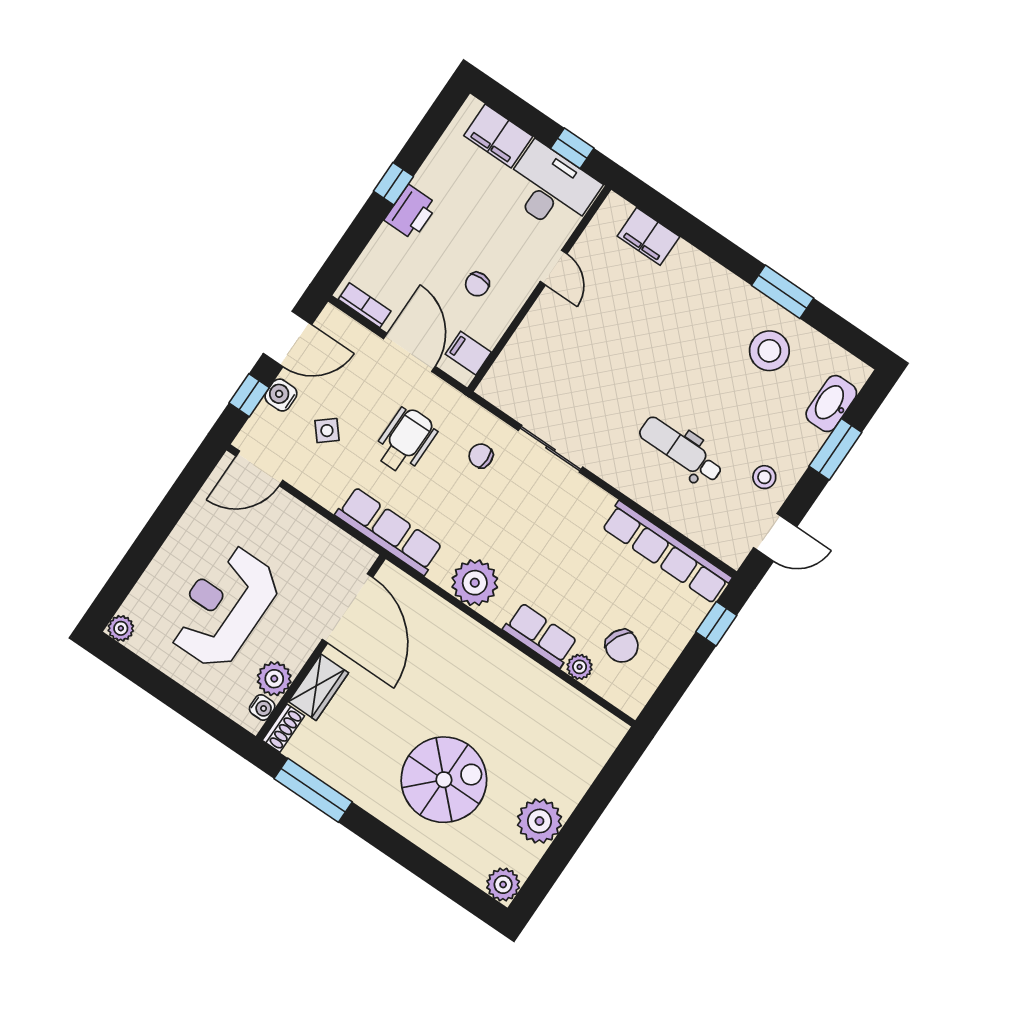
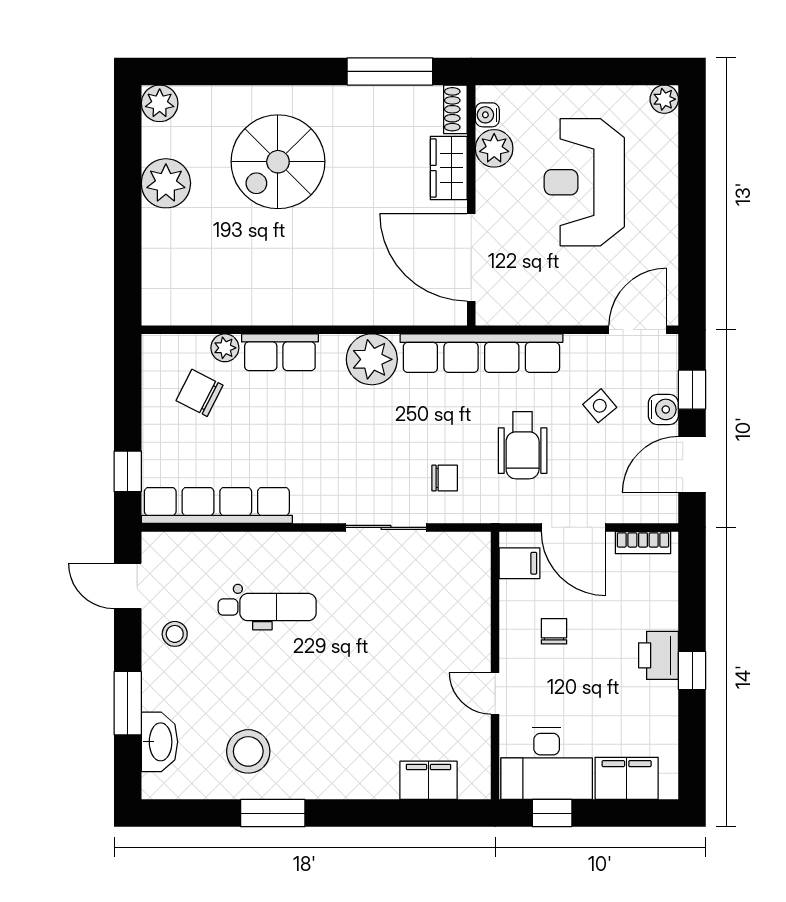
row of seats: (389, 531) -> (481, 353), width x1.36
door: (775, 537) -> (128, 586), hinge flipped
reception desk: (224, 607) -> (584, 182), turned 180

